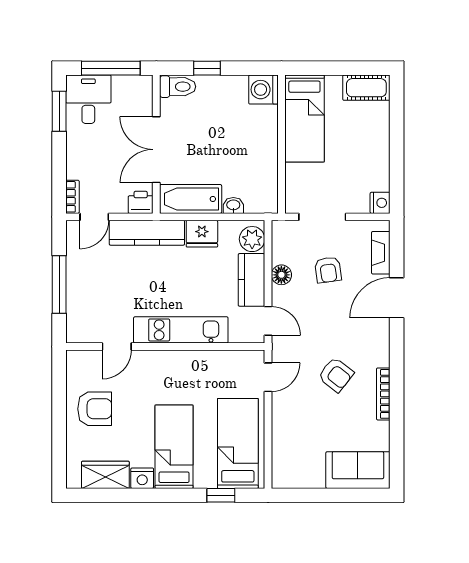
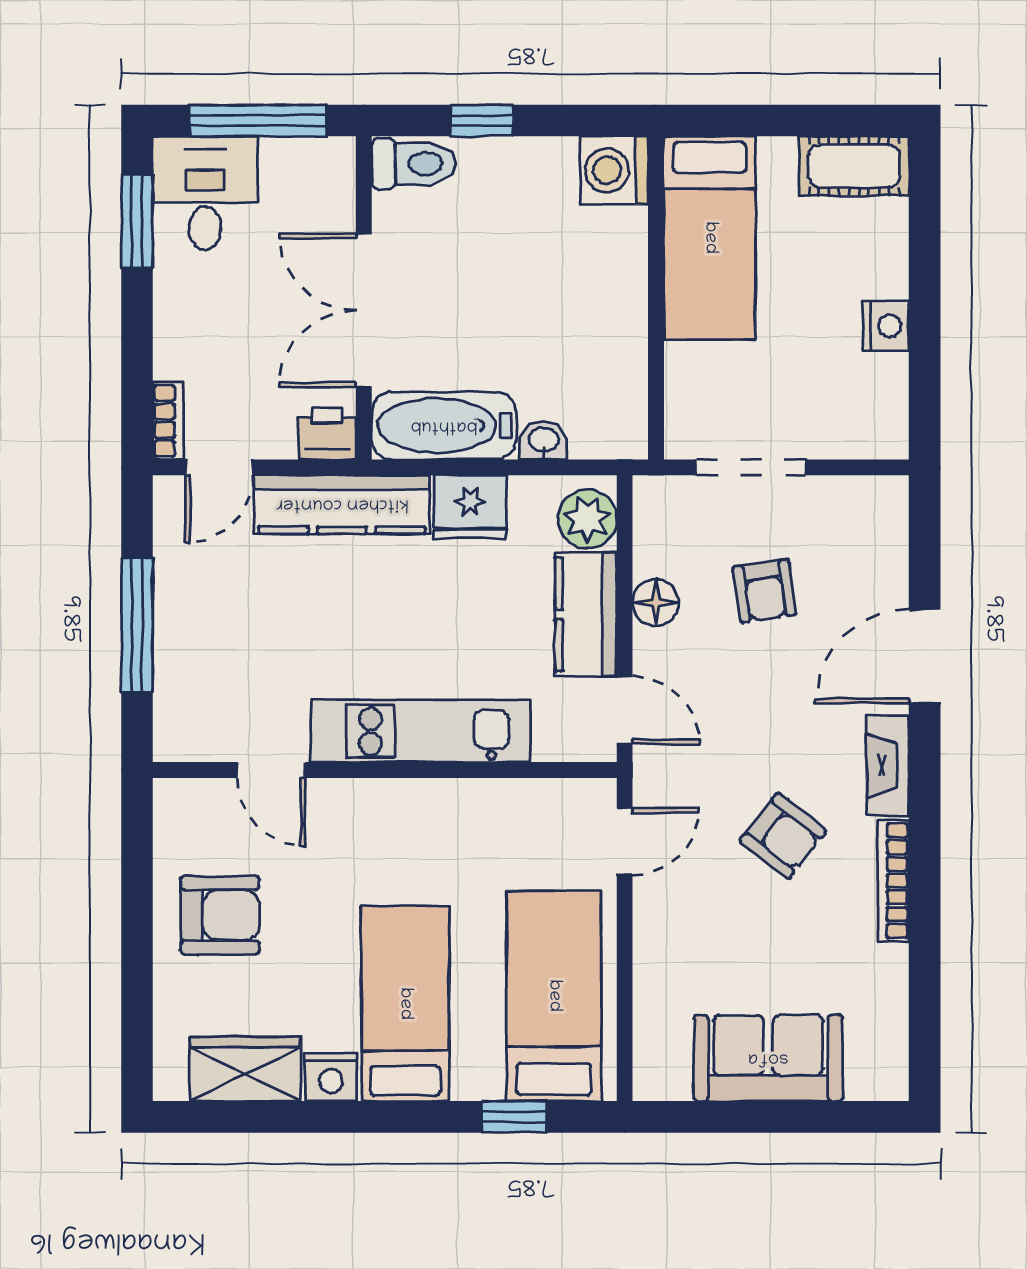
nightstand: (380, 203) -> (886, 326), moved
fireplace: (381, 253) -> (888, 765), moved
door: (117, 347) -> (271, 770), hinge flipped
sofa: (358, 470) -> (768, 1058), moved

